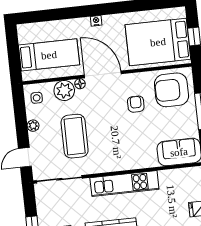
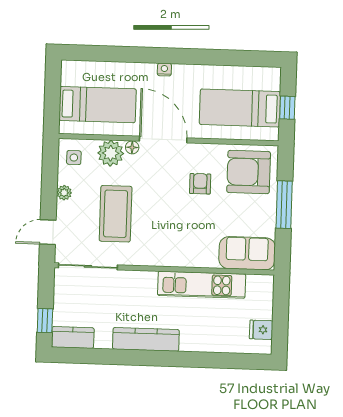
bed: (158, 42) -> (240, 108), width x0.67
kitchen unit: (124, 183) -> (202, 285), moved

